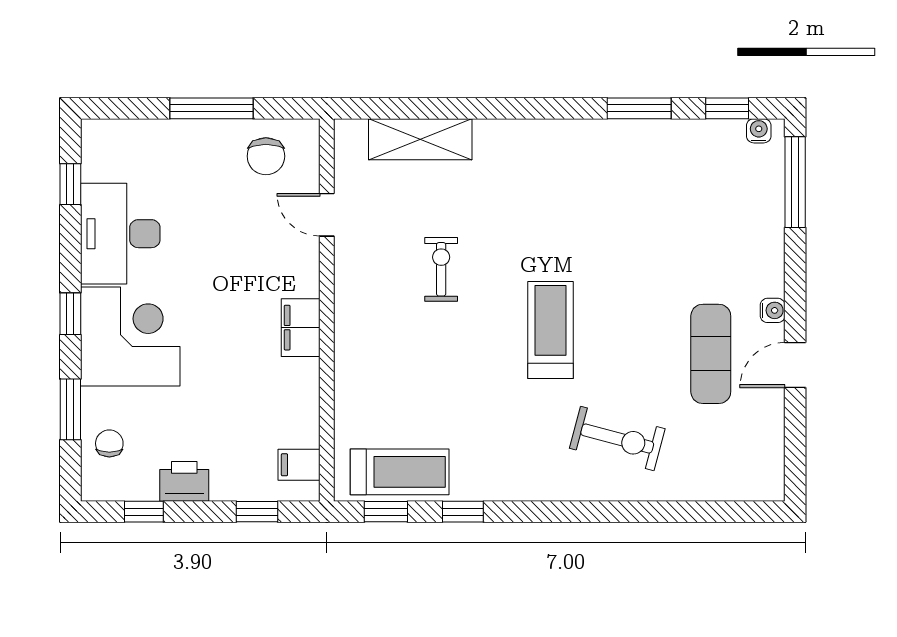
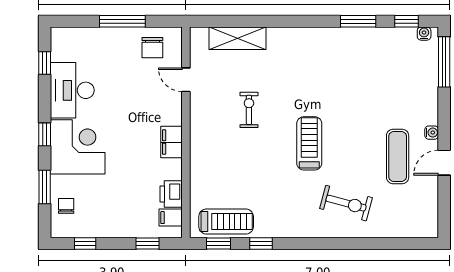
printer: (184, 481) -> (171, 194), moved, turned -90

